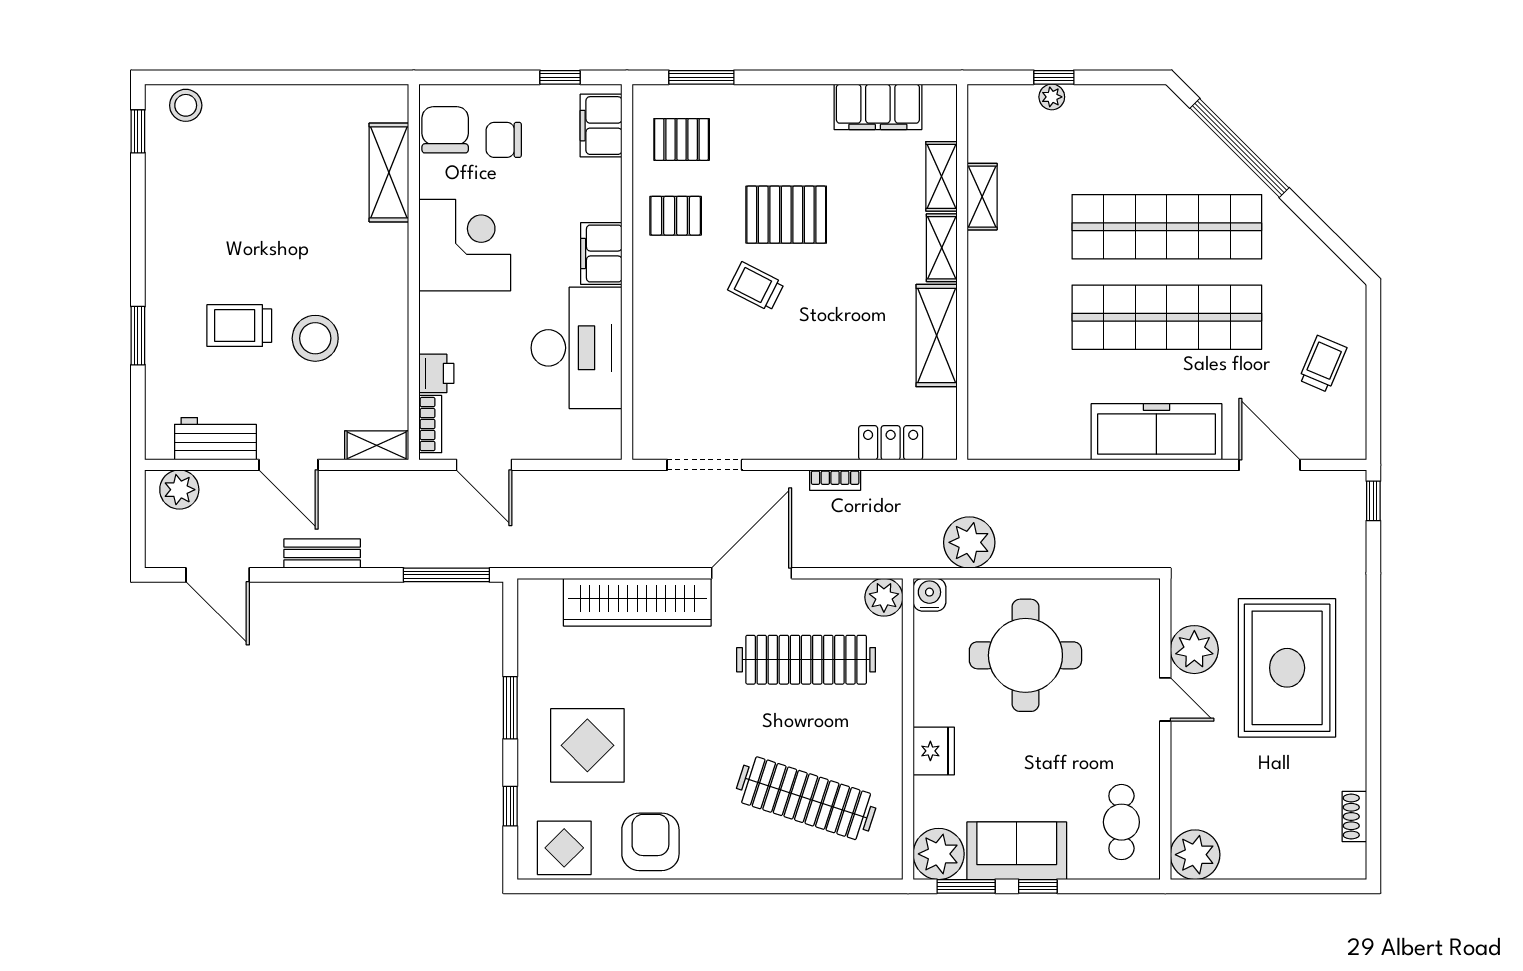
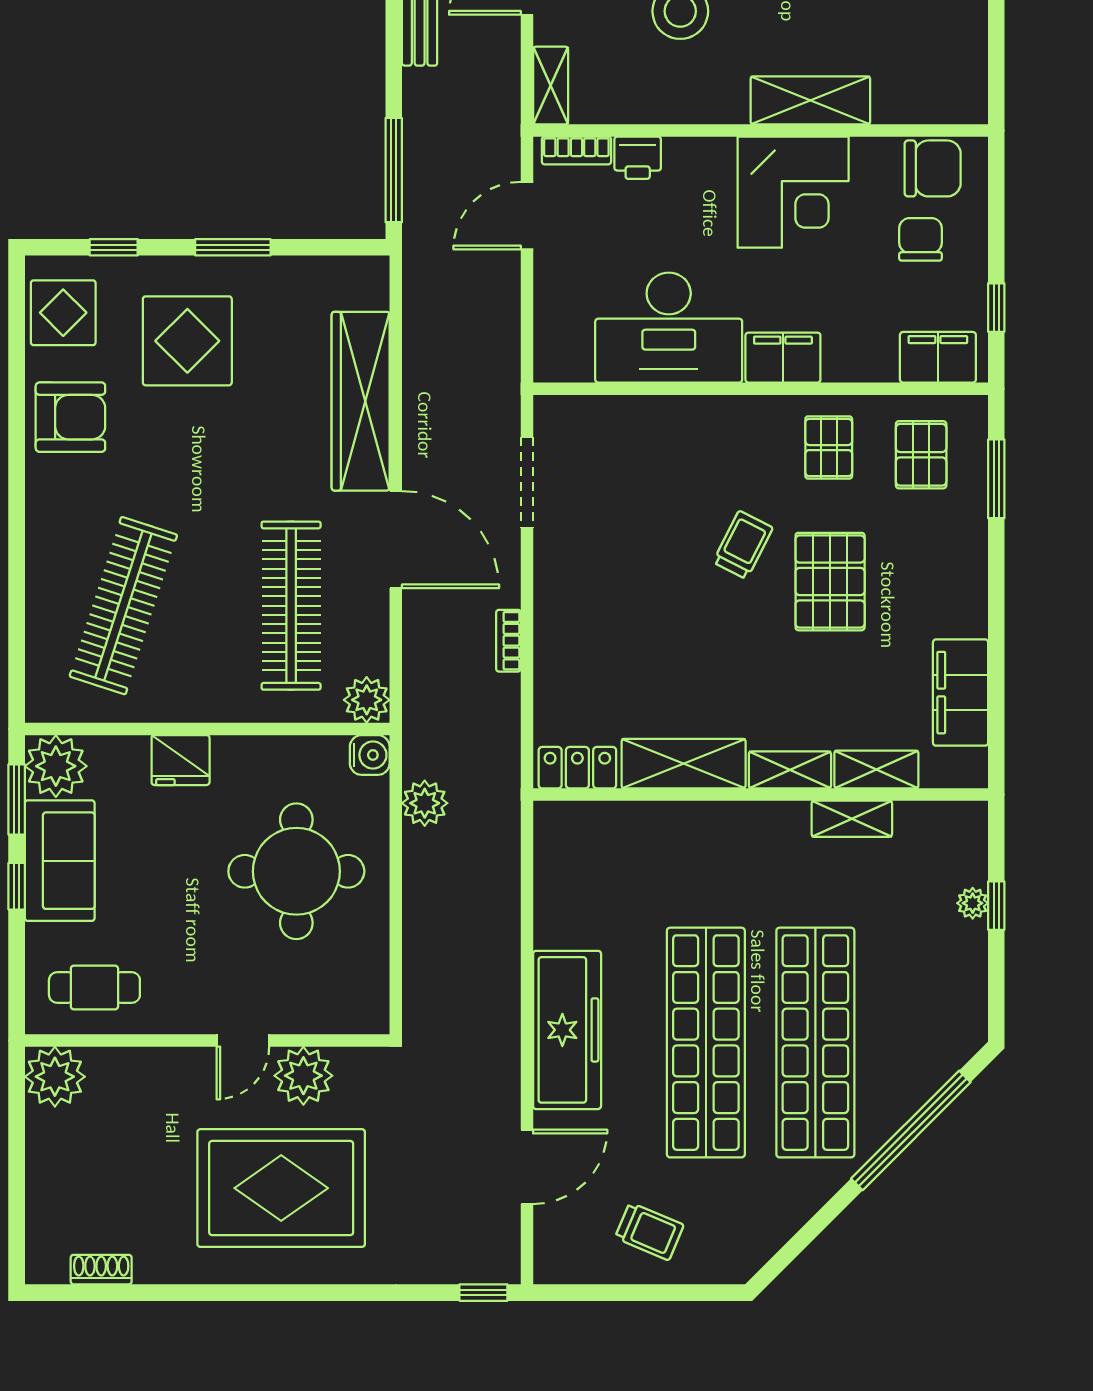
shelving: (389, 172) -> (810, 100), moved
locker: (891, 443) -> (577, 768), moved, turned -90
plant: (969, 542) -> (425, 803), width x0.73, depth x0.73

